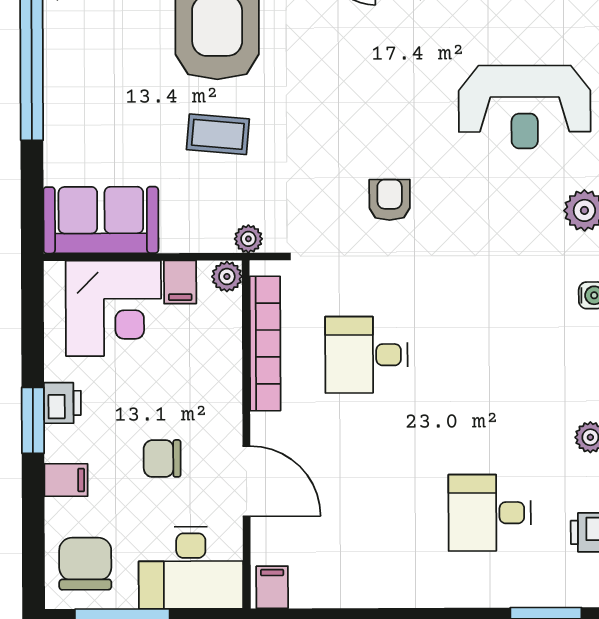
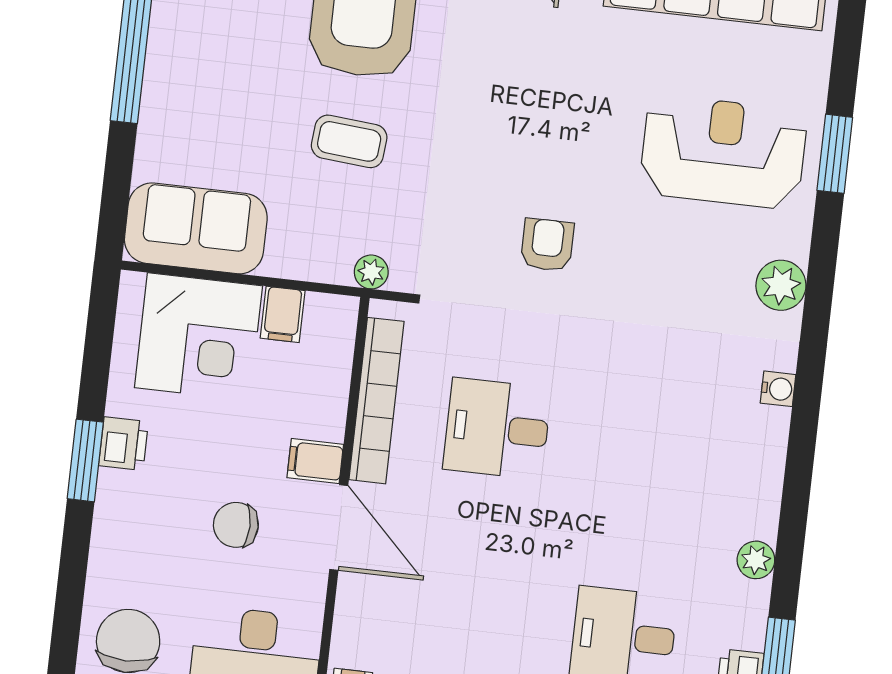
reception desk: (525, 107) -> (723, 152), turned 180
plant: (227, 277) -> (340, 314), removed
filing cabinet: (66, 480) -> (315, 461), moved, turned 180
door: (247, 481) -> (339, 528), moved

